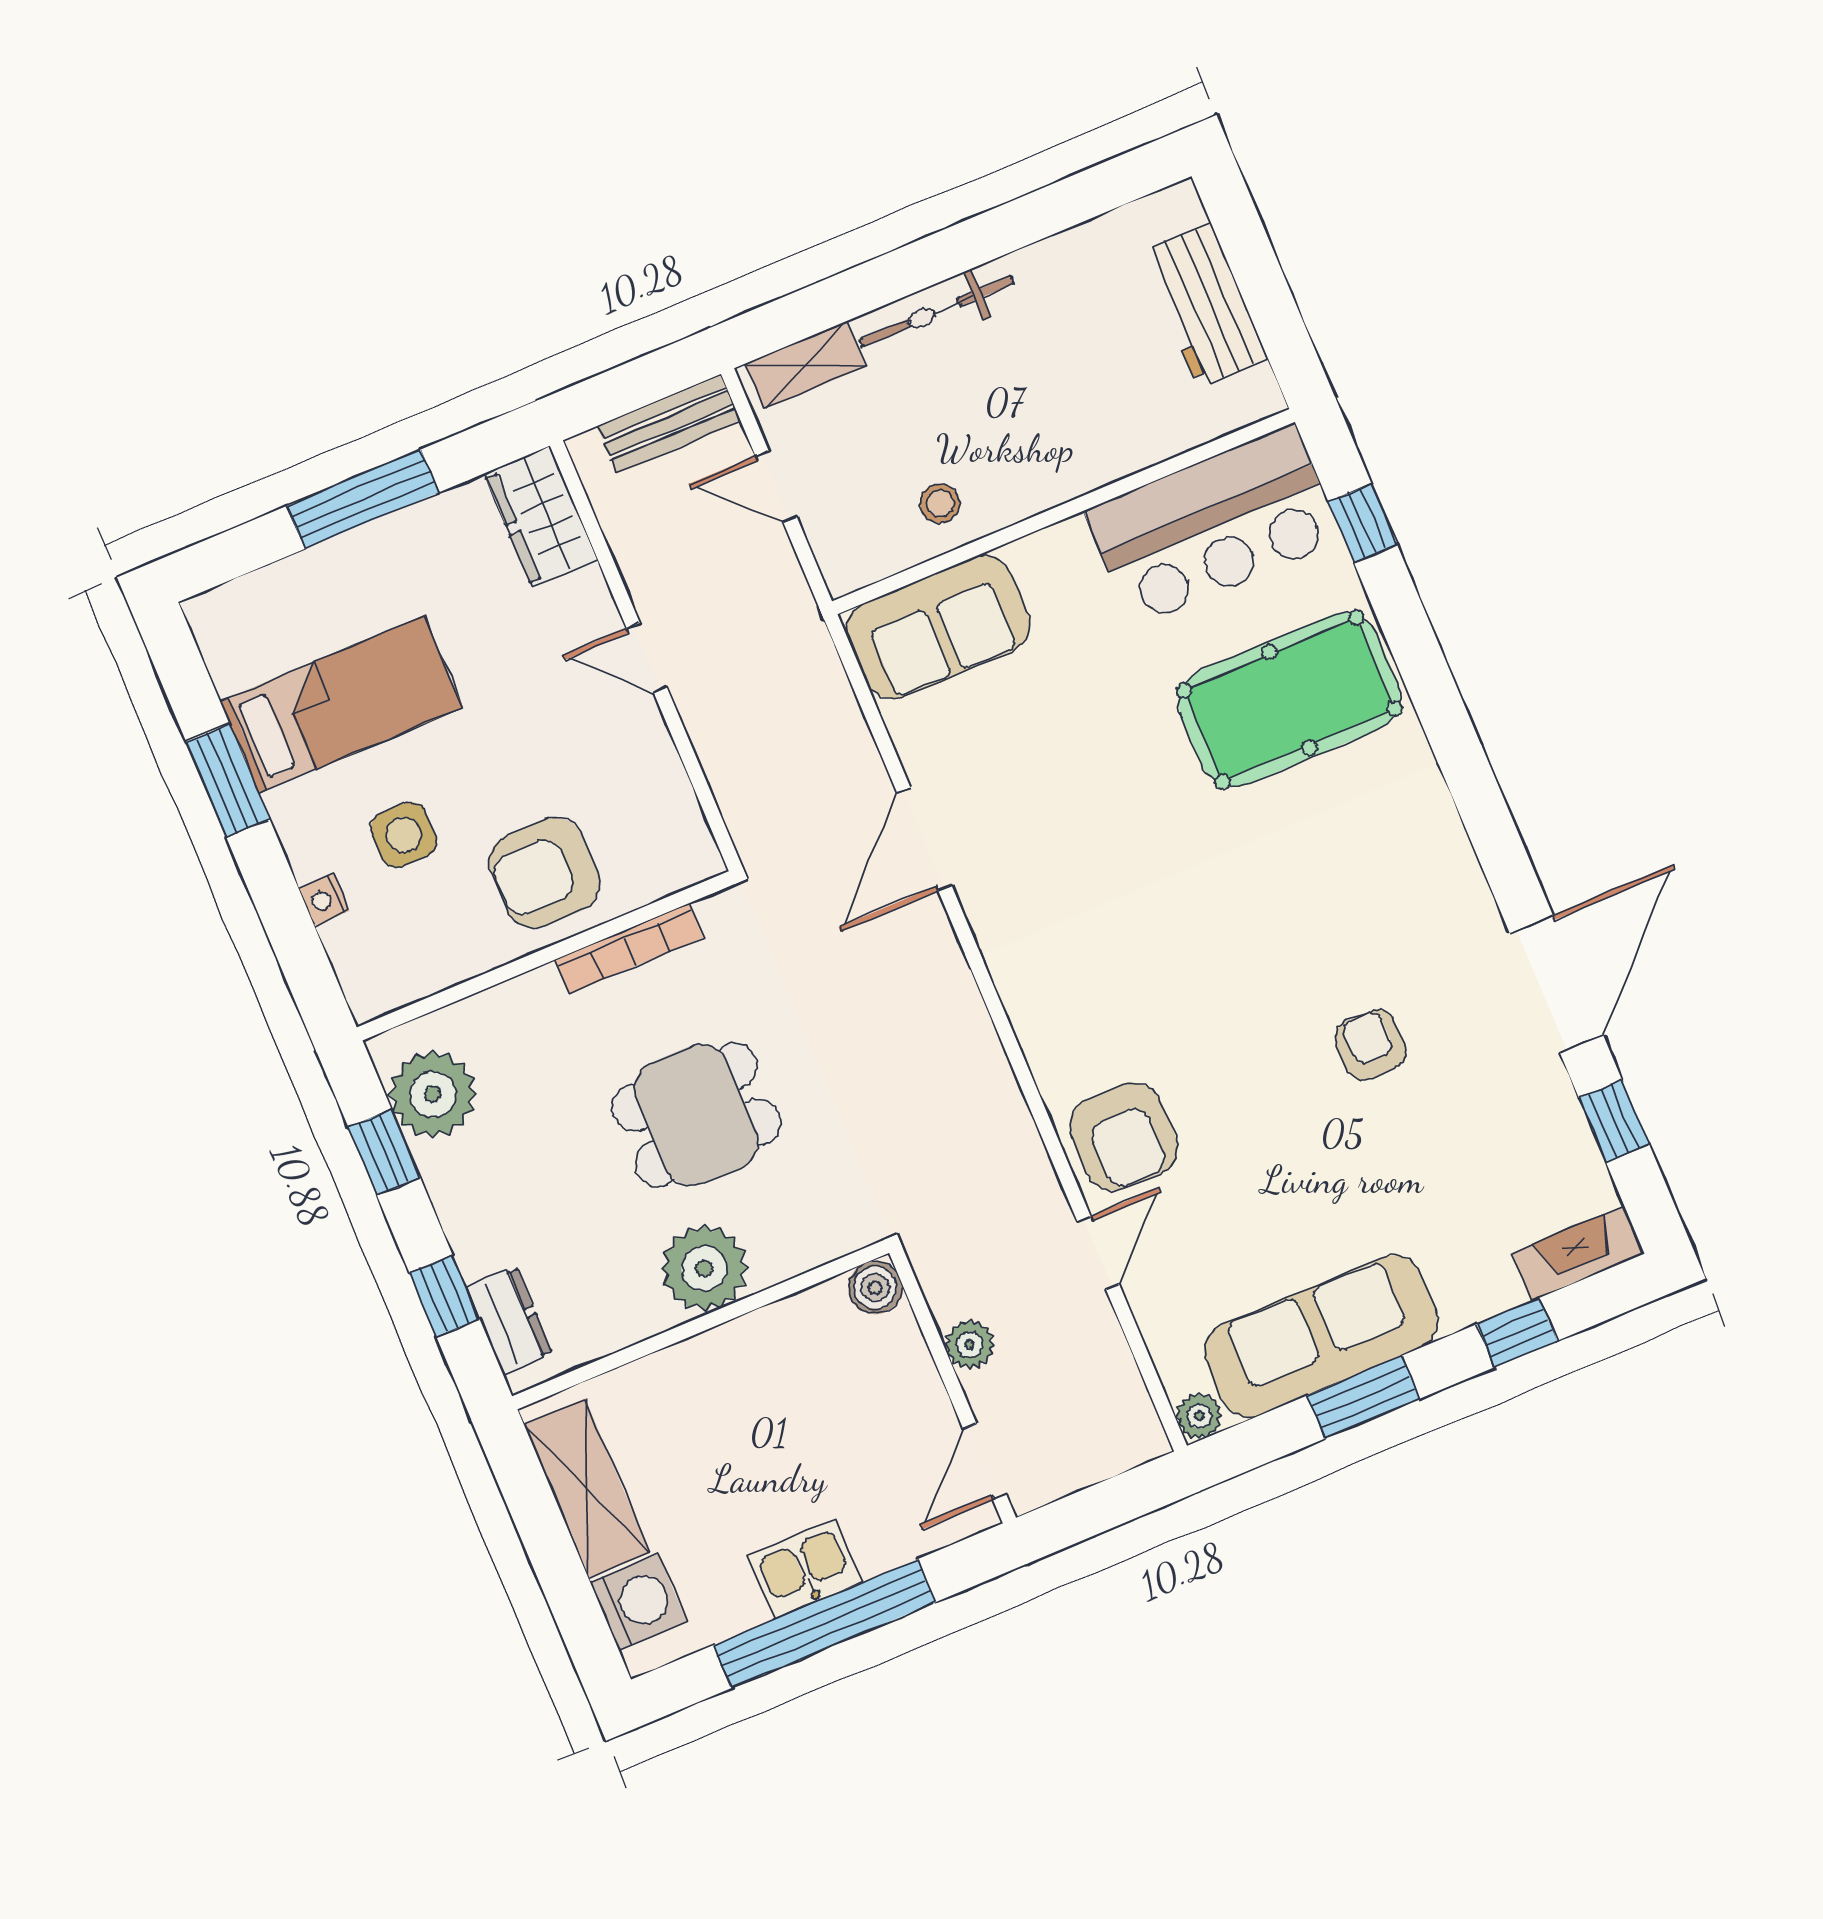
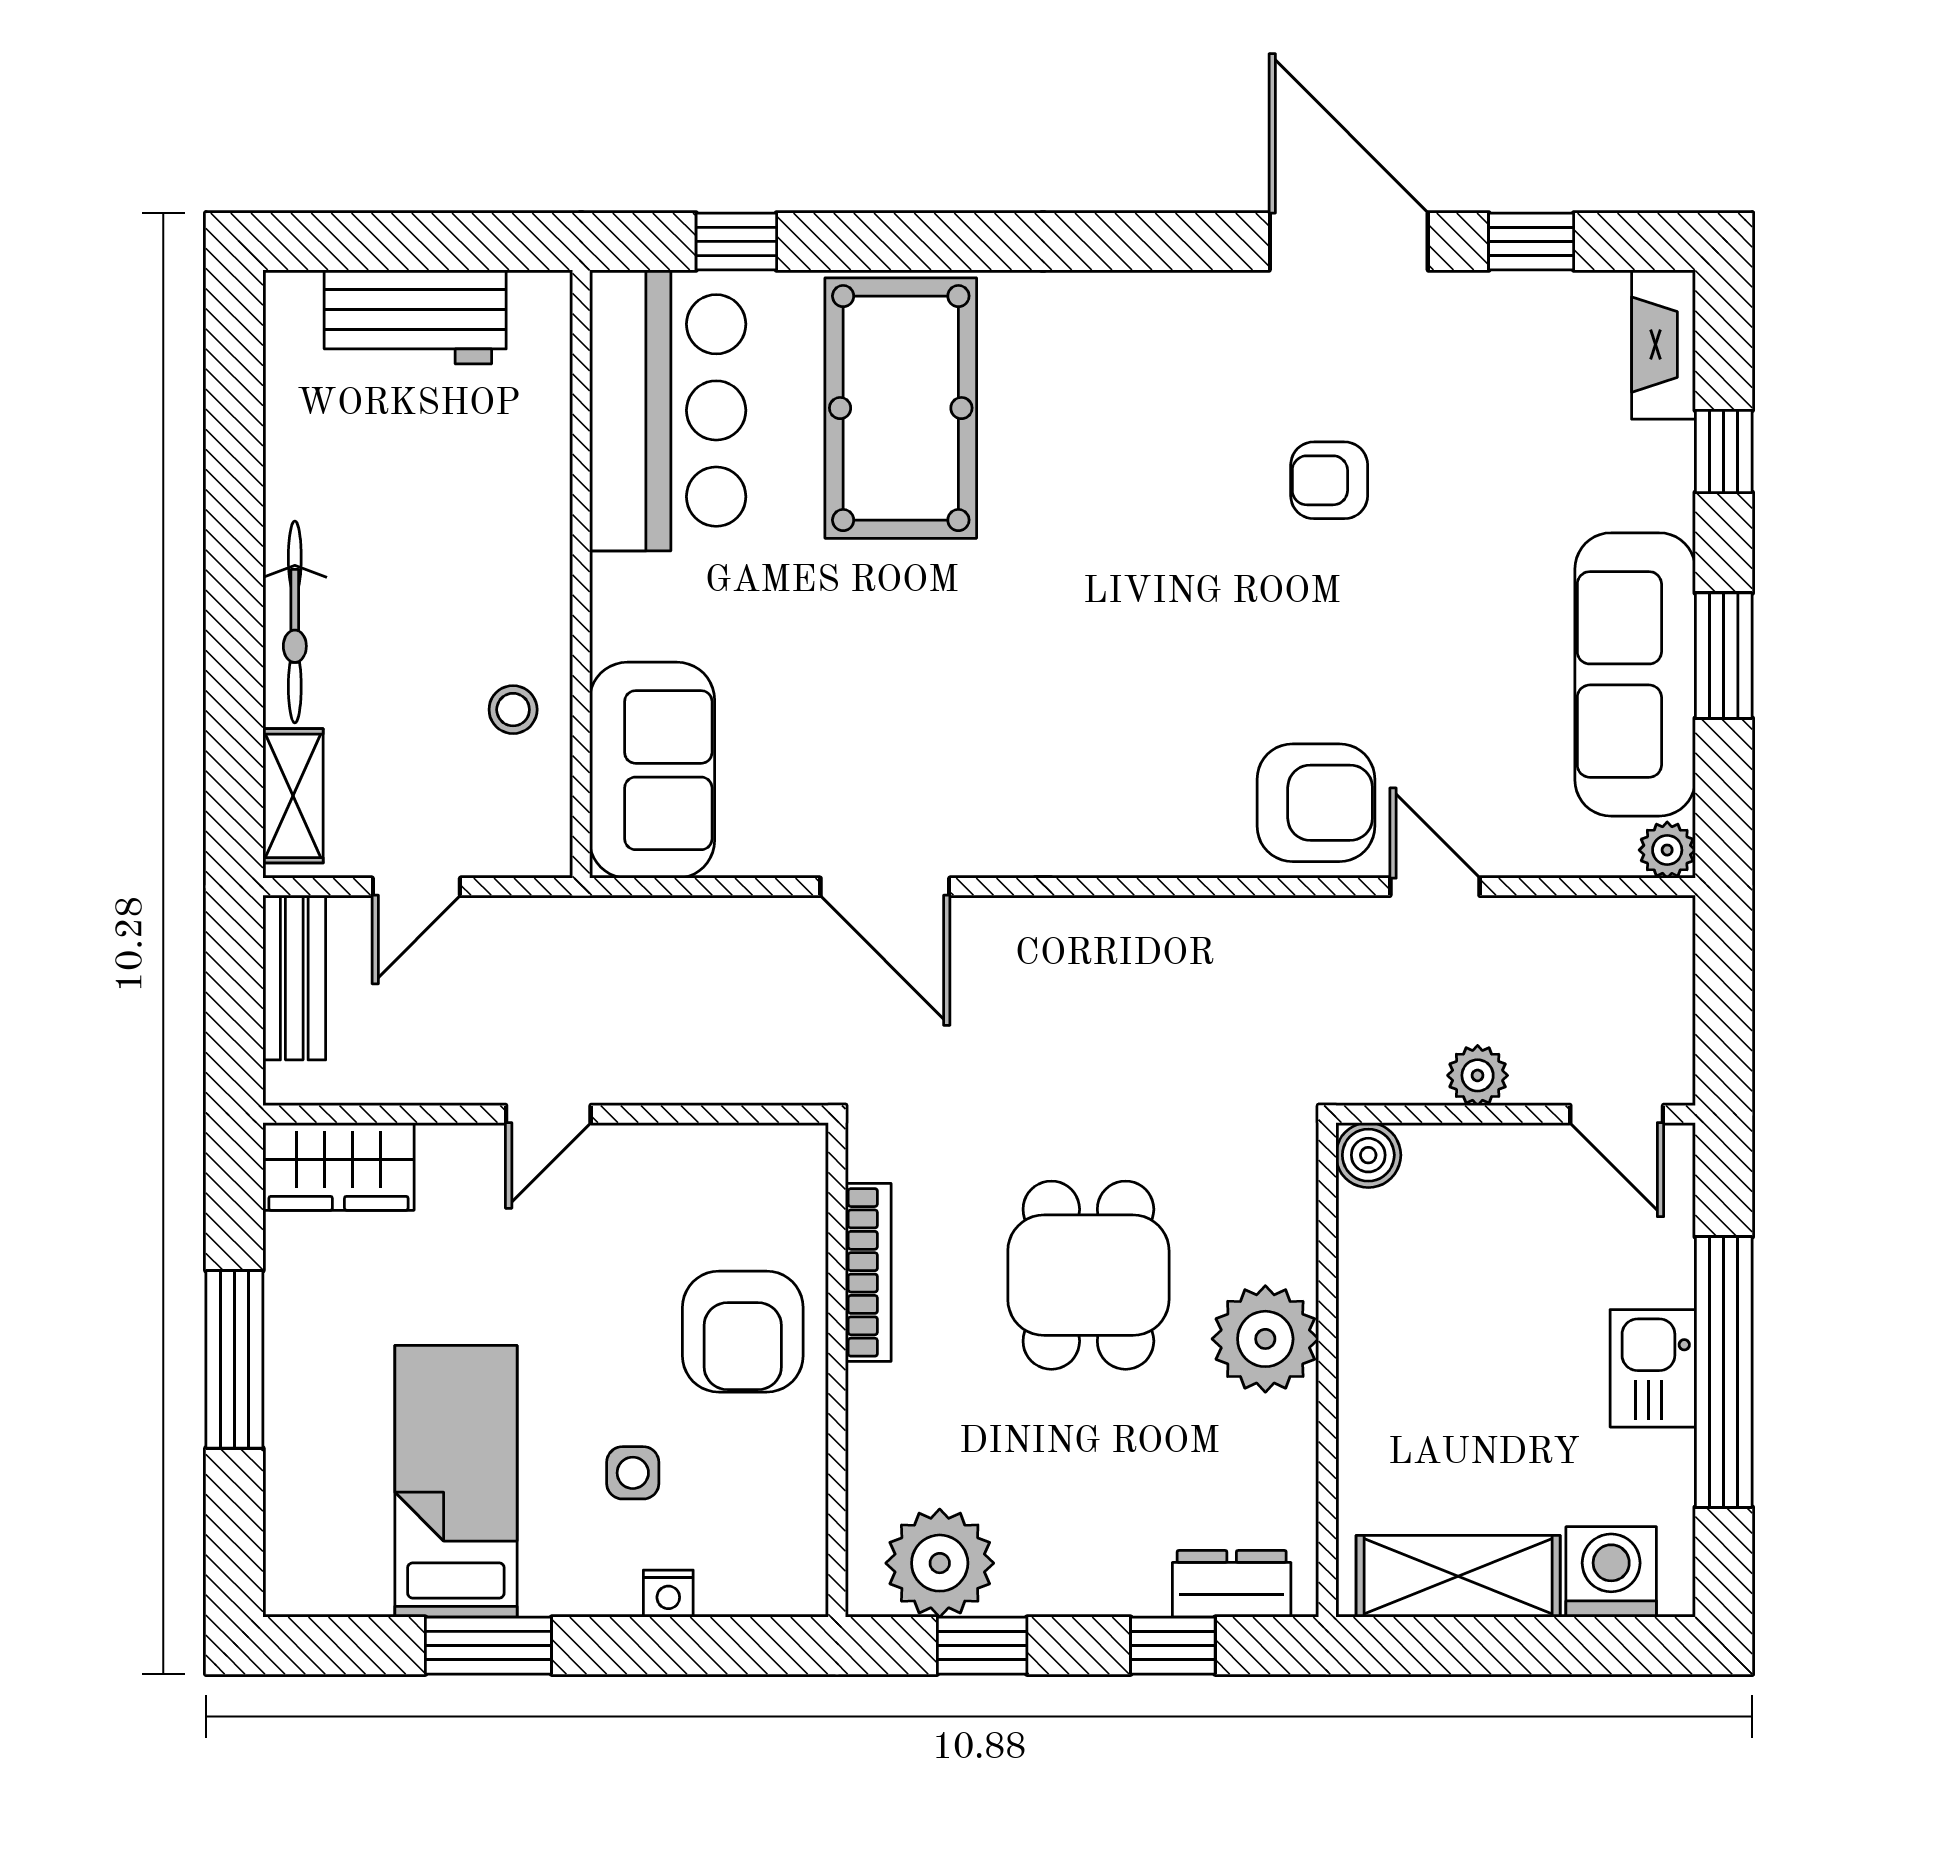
side table: (404, 835) -> (633, 1473), width x0.73, depth x0.73

